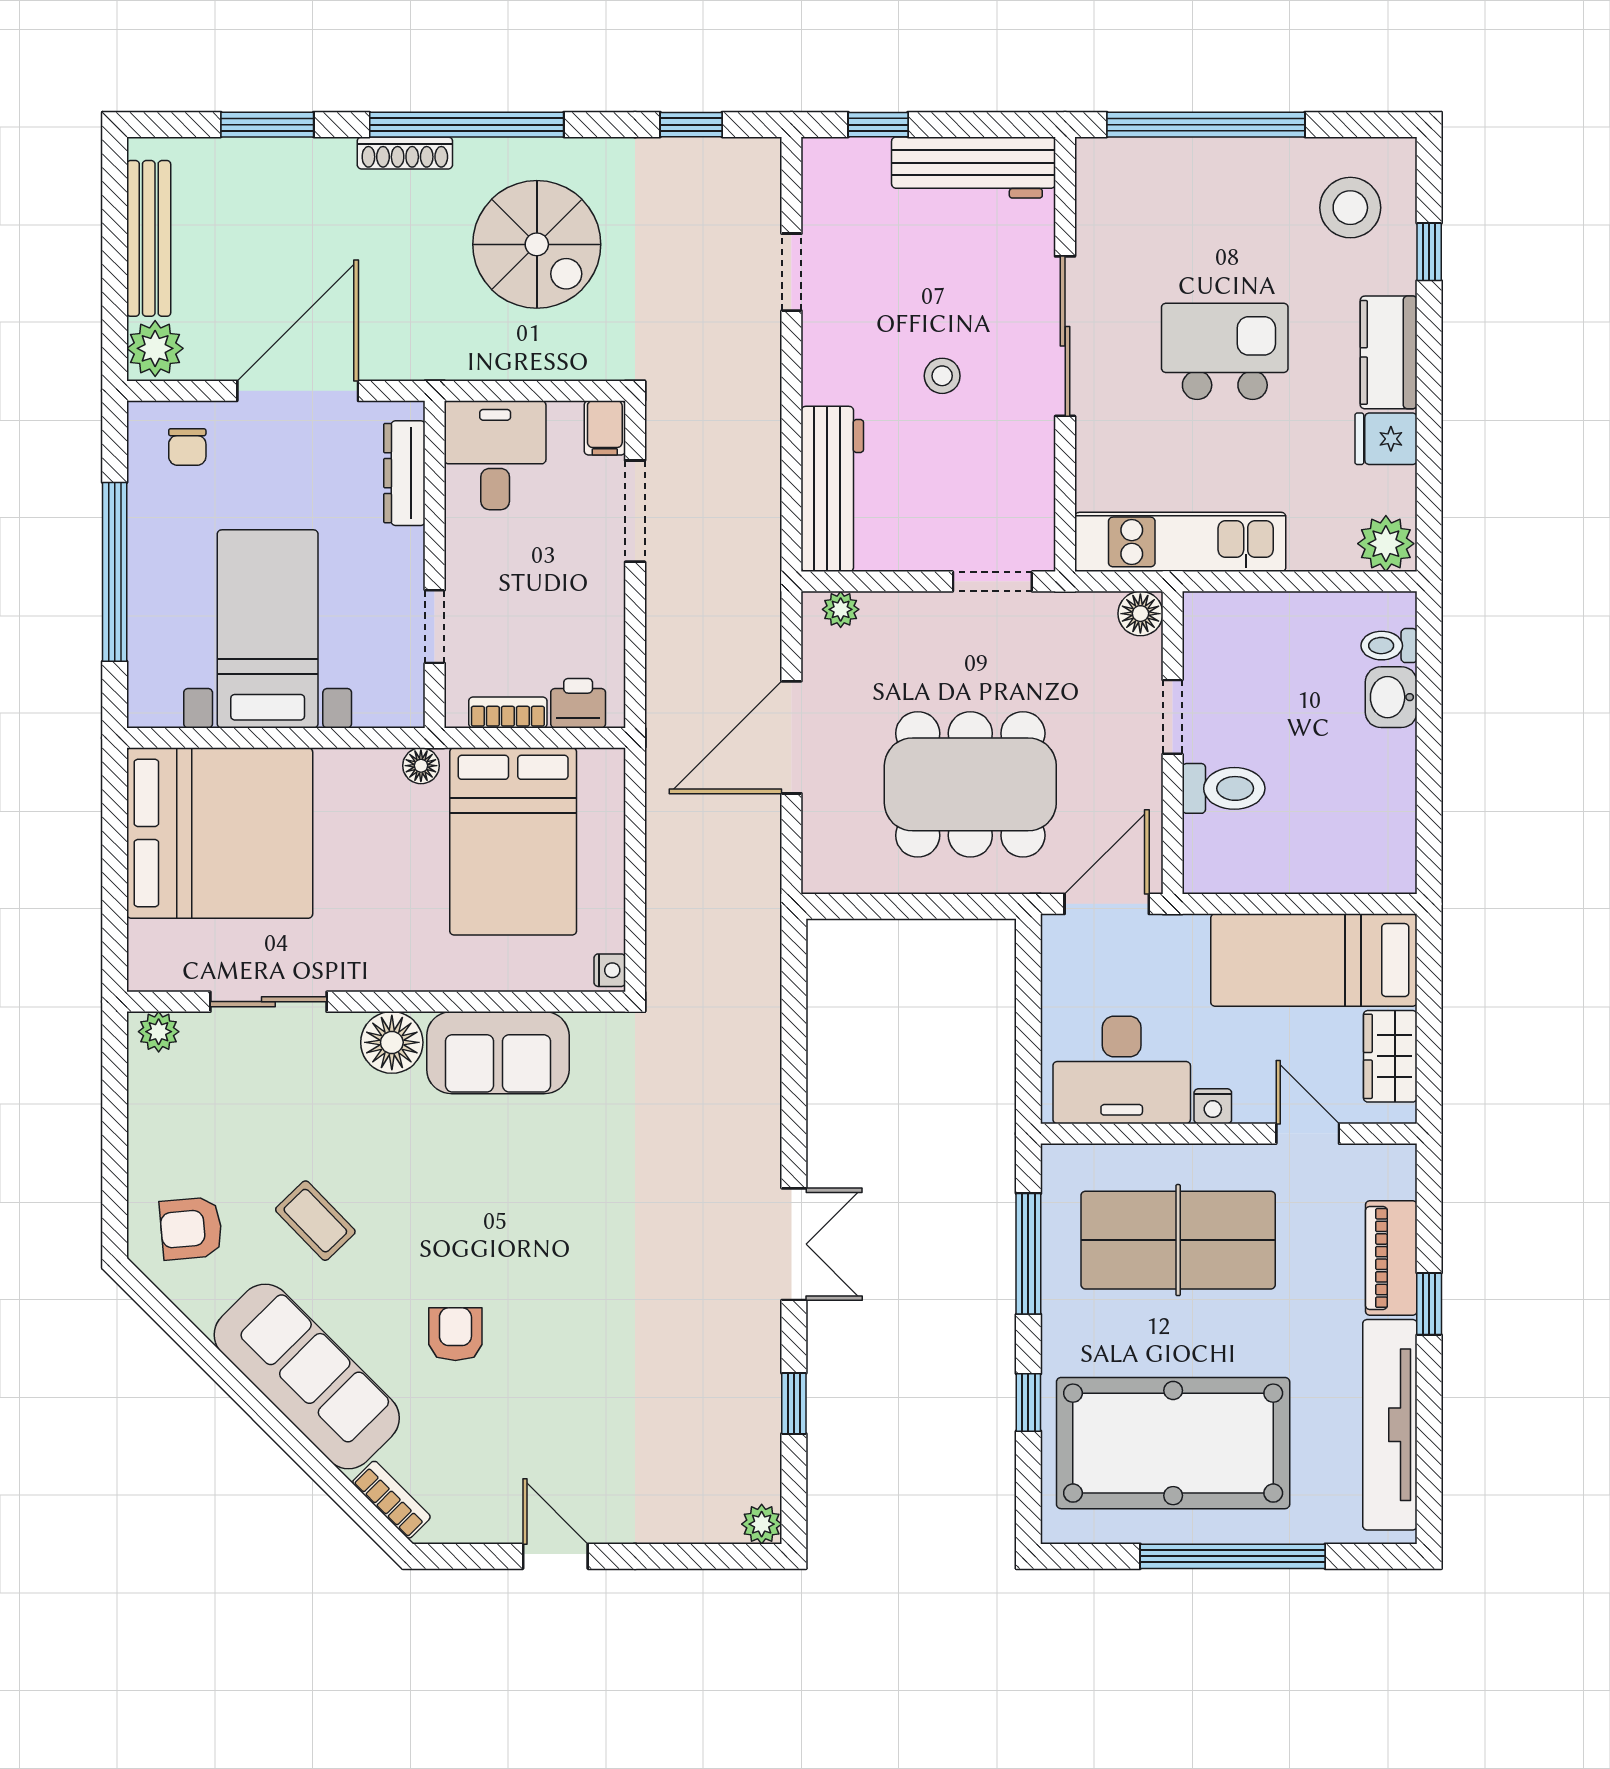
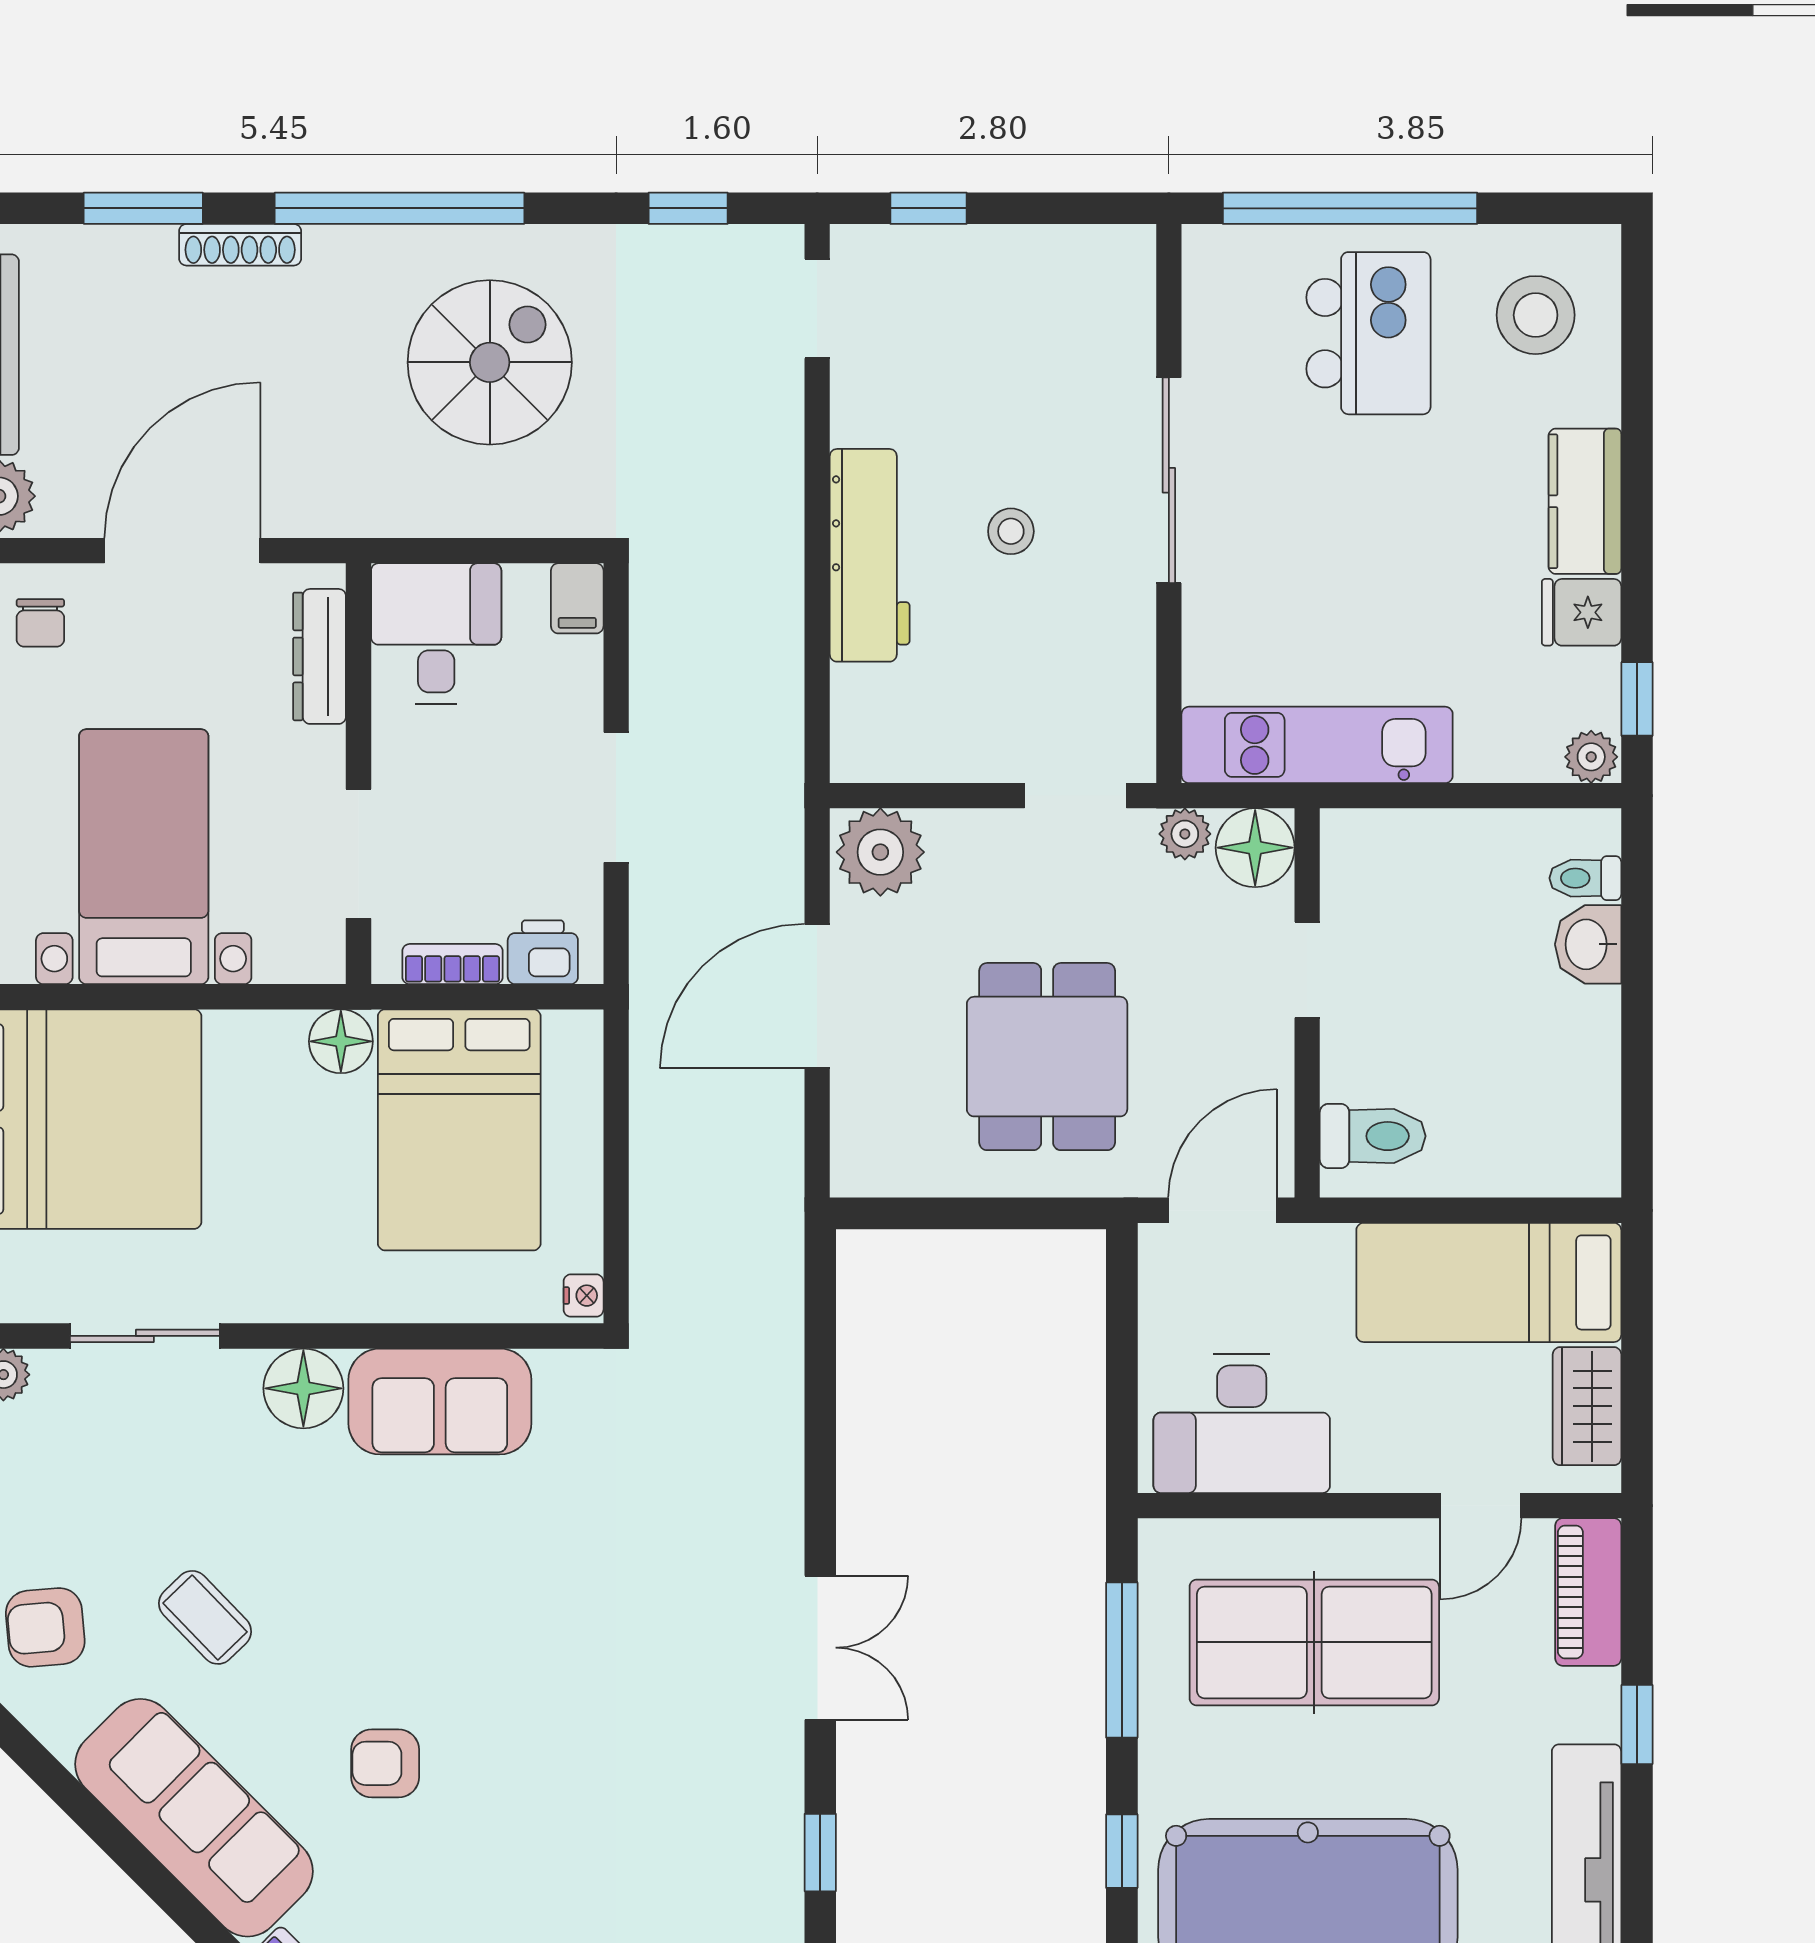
shoe rack: (405, 153) -> (240, 245), moved
workbench: (974, 168) -> (1051, 263), removed
spiral stairs: (537, 244) -> (490, 362), turned -90
window: (1429, 252) -> (1637, 699), moved
doorway: (791, 272) -> (817, 309), moved
kitchen island: (1225, 351) -> (1368, 333), moved, turned 90
workbench: (832, 489) -> (870, 555), moved
doorway: (635, 511) -> (616, 797), moved
plant: (1386, 544) -> (1591, 757), width x0.73, depth x0.73
plant: (841, 609) -> (880, 852), width x1.87, depth x1.87
plant: (1077, 611) -> (1185, 834), added
floor lamp: (1140, 614) -> (1255, 848), width x1.38, depth x1.38
doorway: (435, 627) -> (359, 854), width x1.38
floor lamp: (421, 766) -> (341, 1041), width x1.37, depth x1.37
dining table: (970, 784) -> (1047, 1057), width x0.73
toilet: (1224, 788) -> (1373, 1136), moved
nightstand: (1213, 1106) -> (1359, 1470), removed
door: (1308, 1134) -> (1481, 1506), swing flipped
piano: (1391, 1258) -> (1588, 1592), moved
armchair: (455, 1334) -> (385, 1763), turned -90

